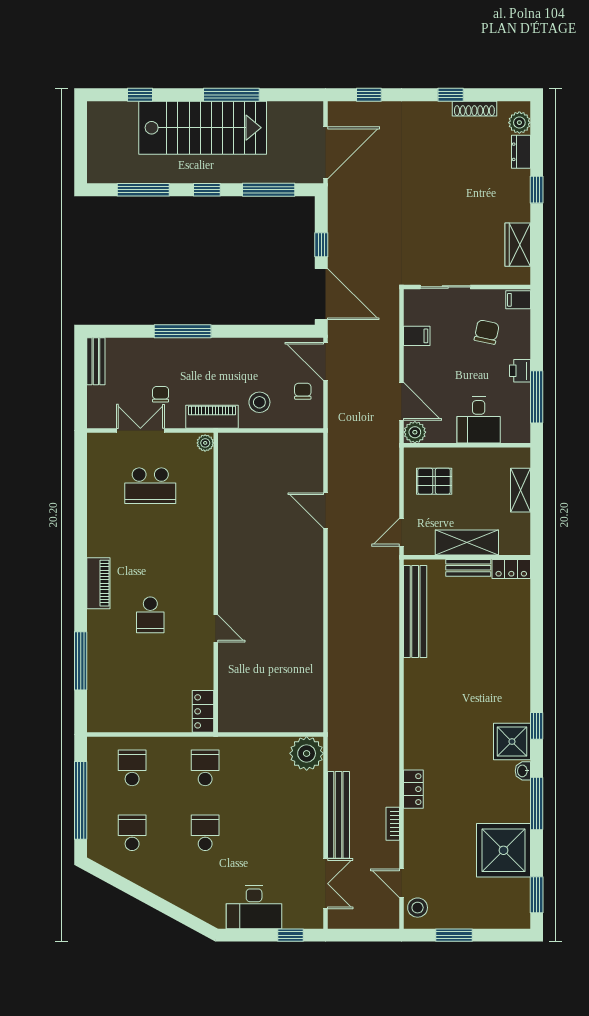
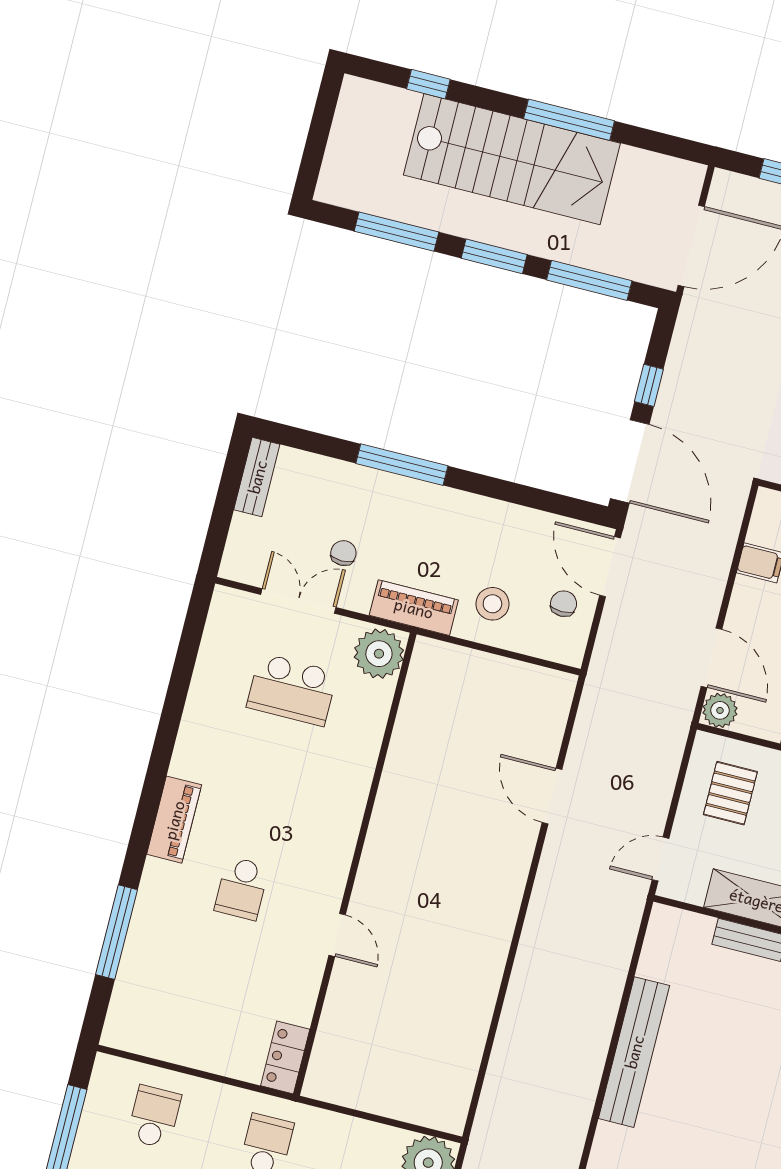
window: (207, 190) -> (494, 256), width x1.50
plant: (205, 443) -> (379, 654), width x1.87, depth x1.87
pallet: (434, 481) -> (730, 793), turned 90
bench: (415, 612) -> (634, 1052), moved

